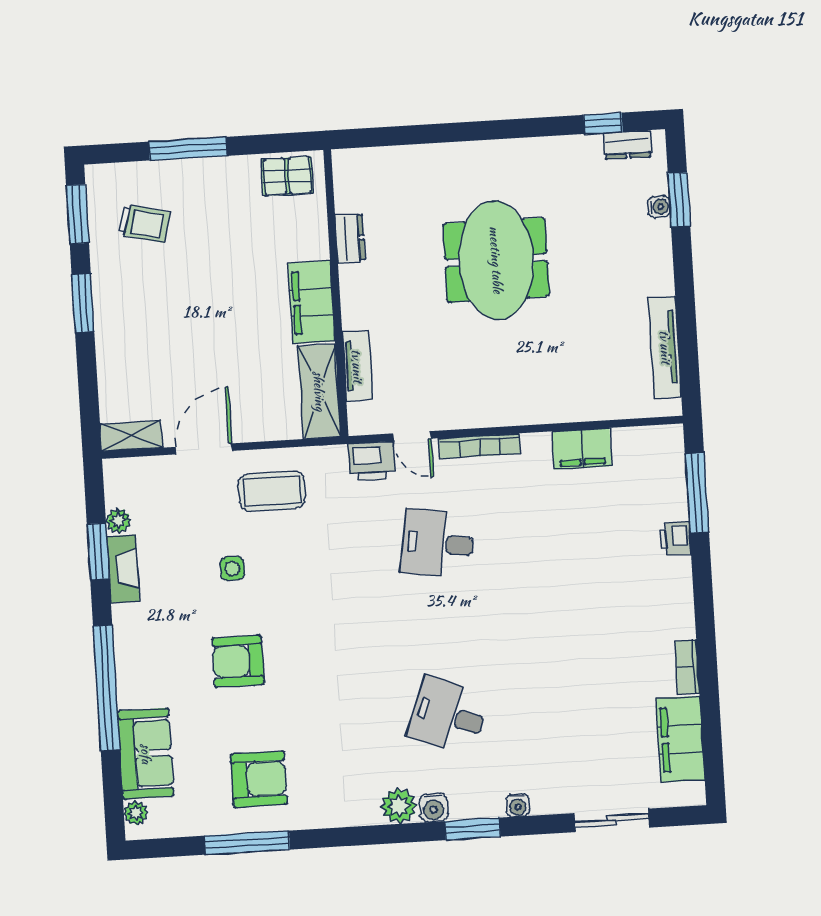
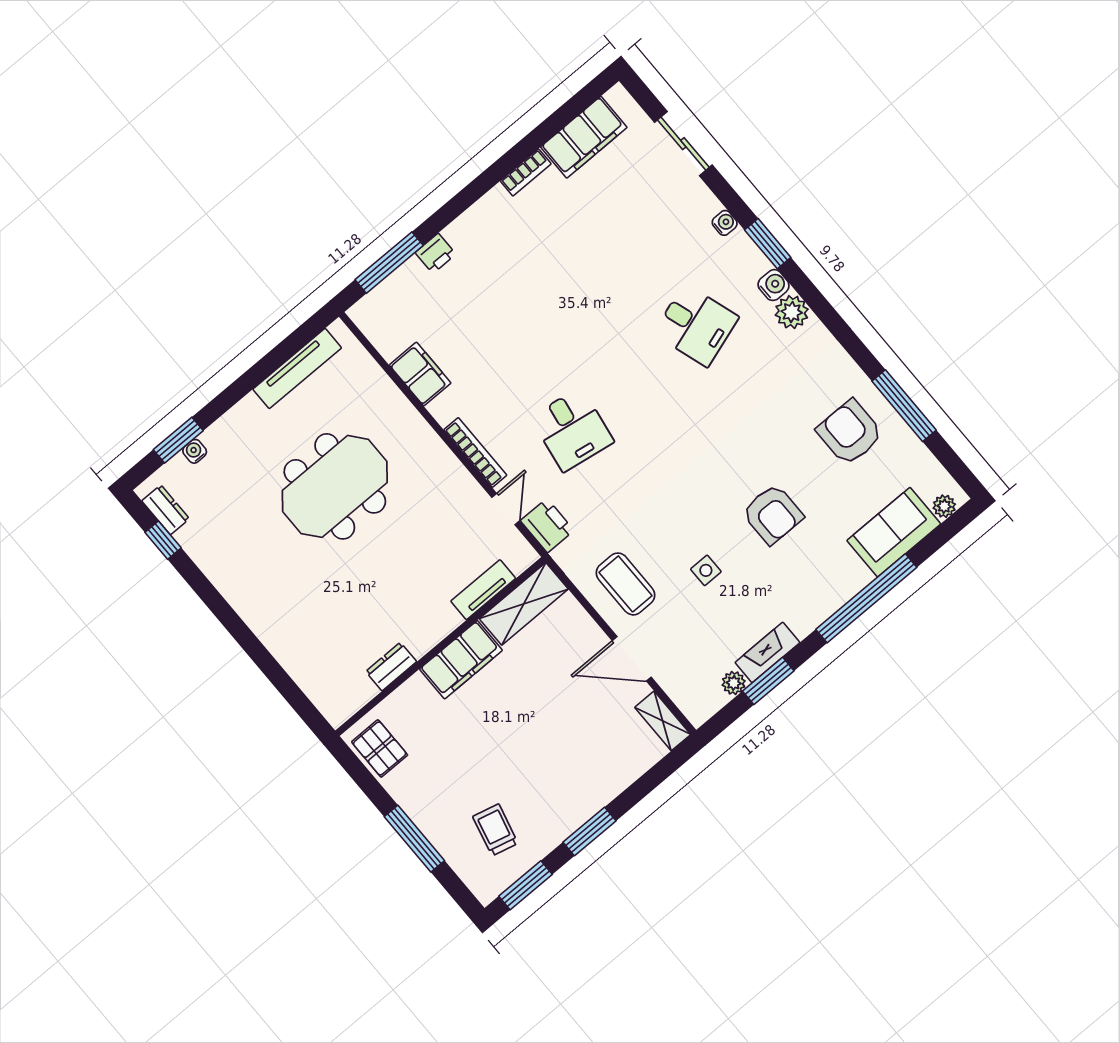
meeting table: (496, 260) -> (335, 486), moved
desk: (448, 716) -> (696, 325), turned -39

